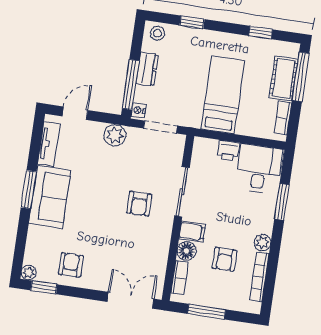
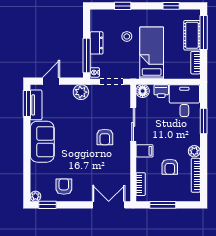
stool: (158, 33) -> (127, 36), moved
window: (29, 190) -> (27, 103), moved
floor lamp: (187, 251) -> (143, 91), moved

